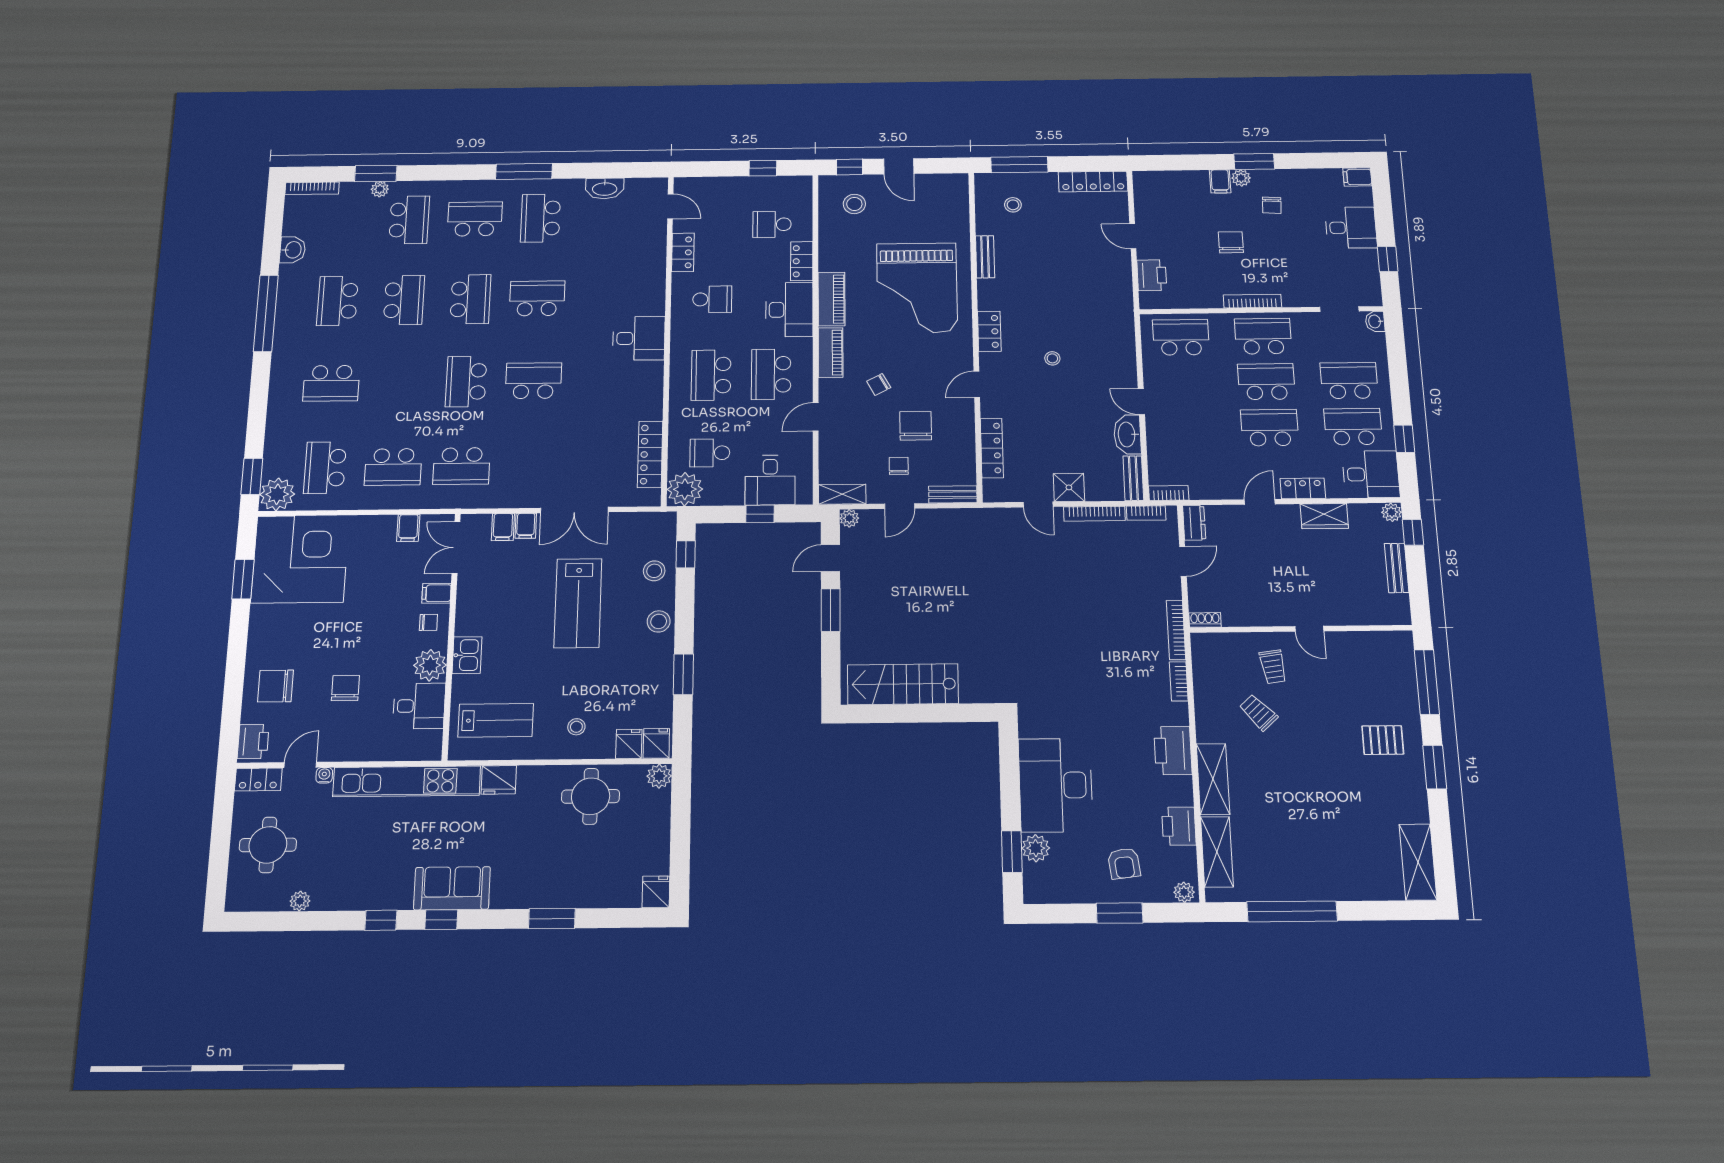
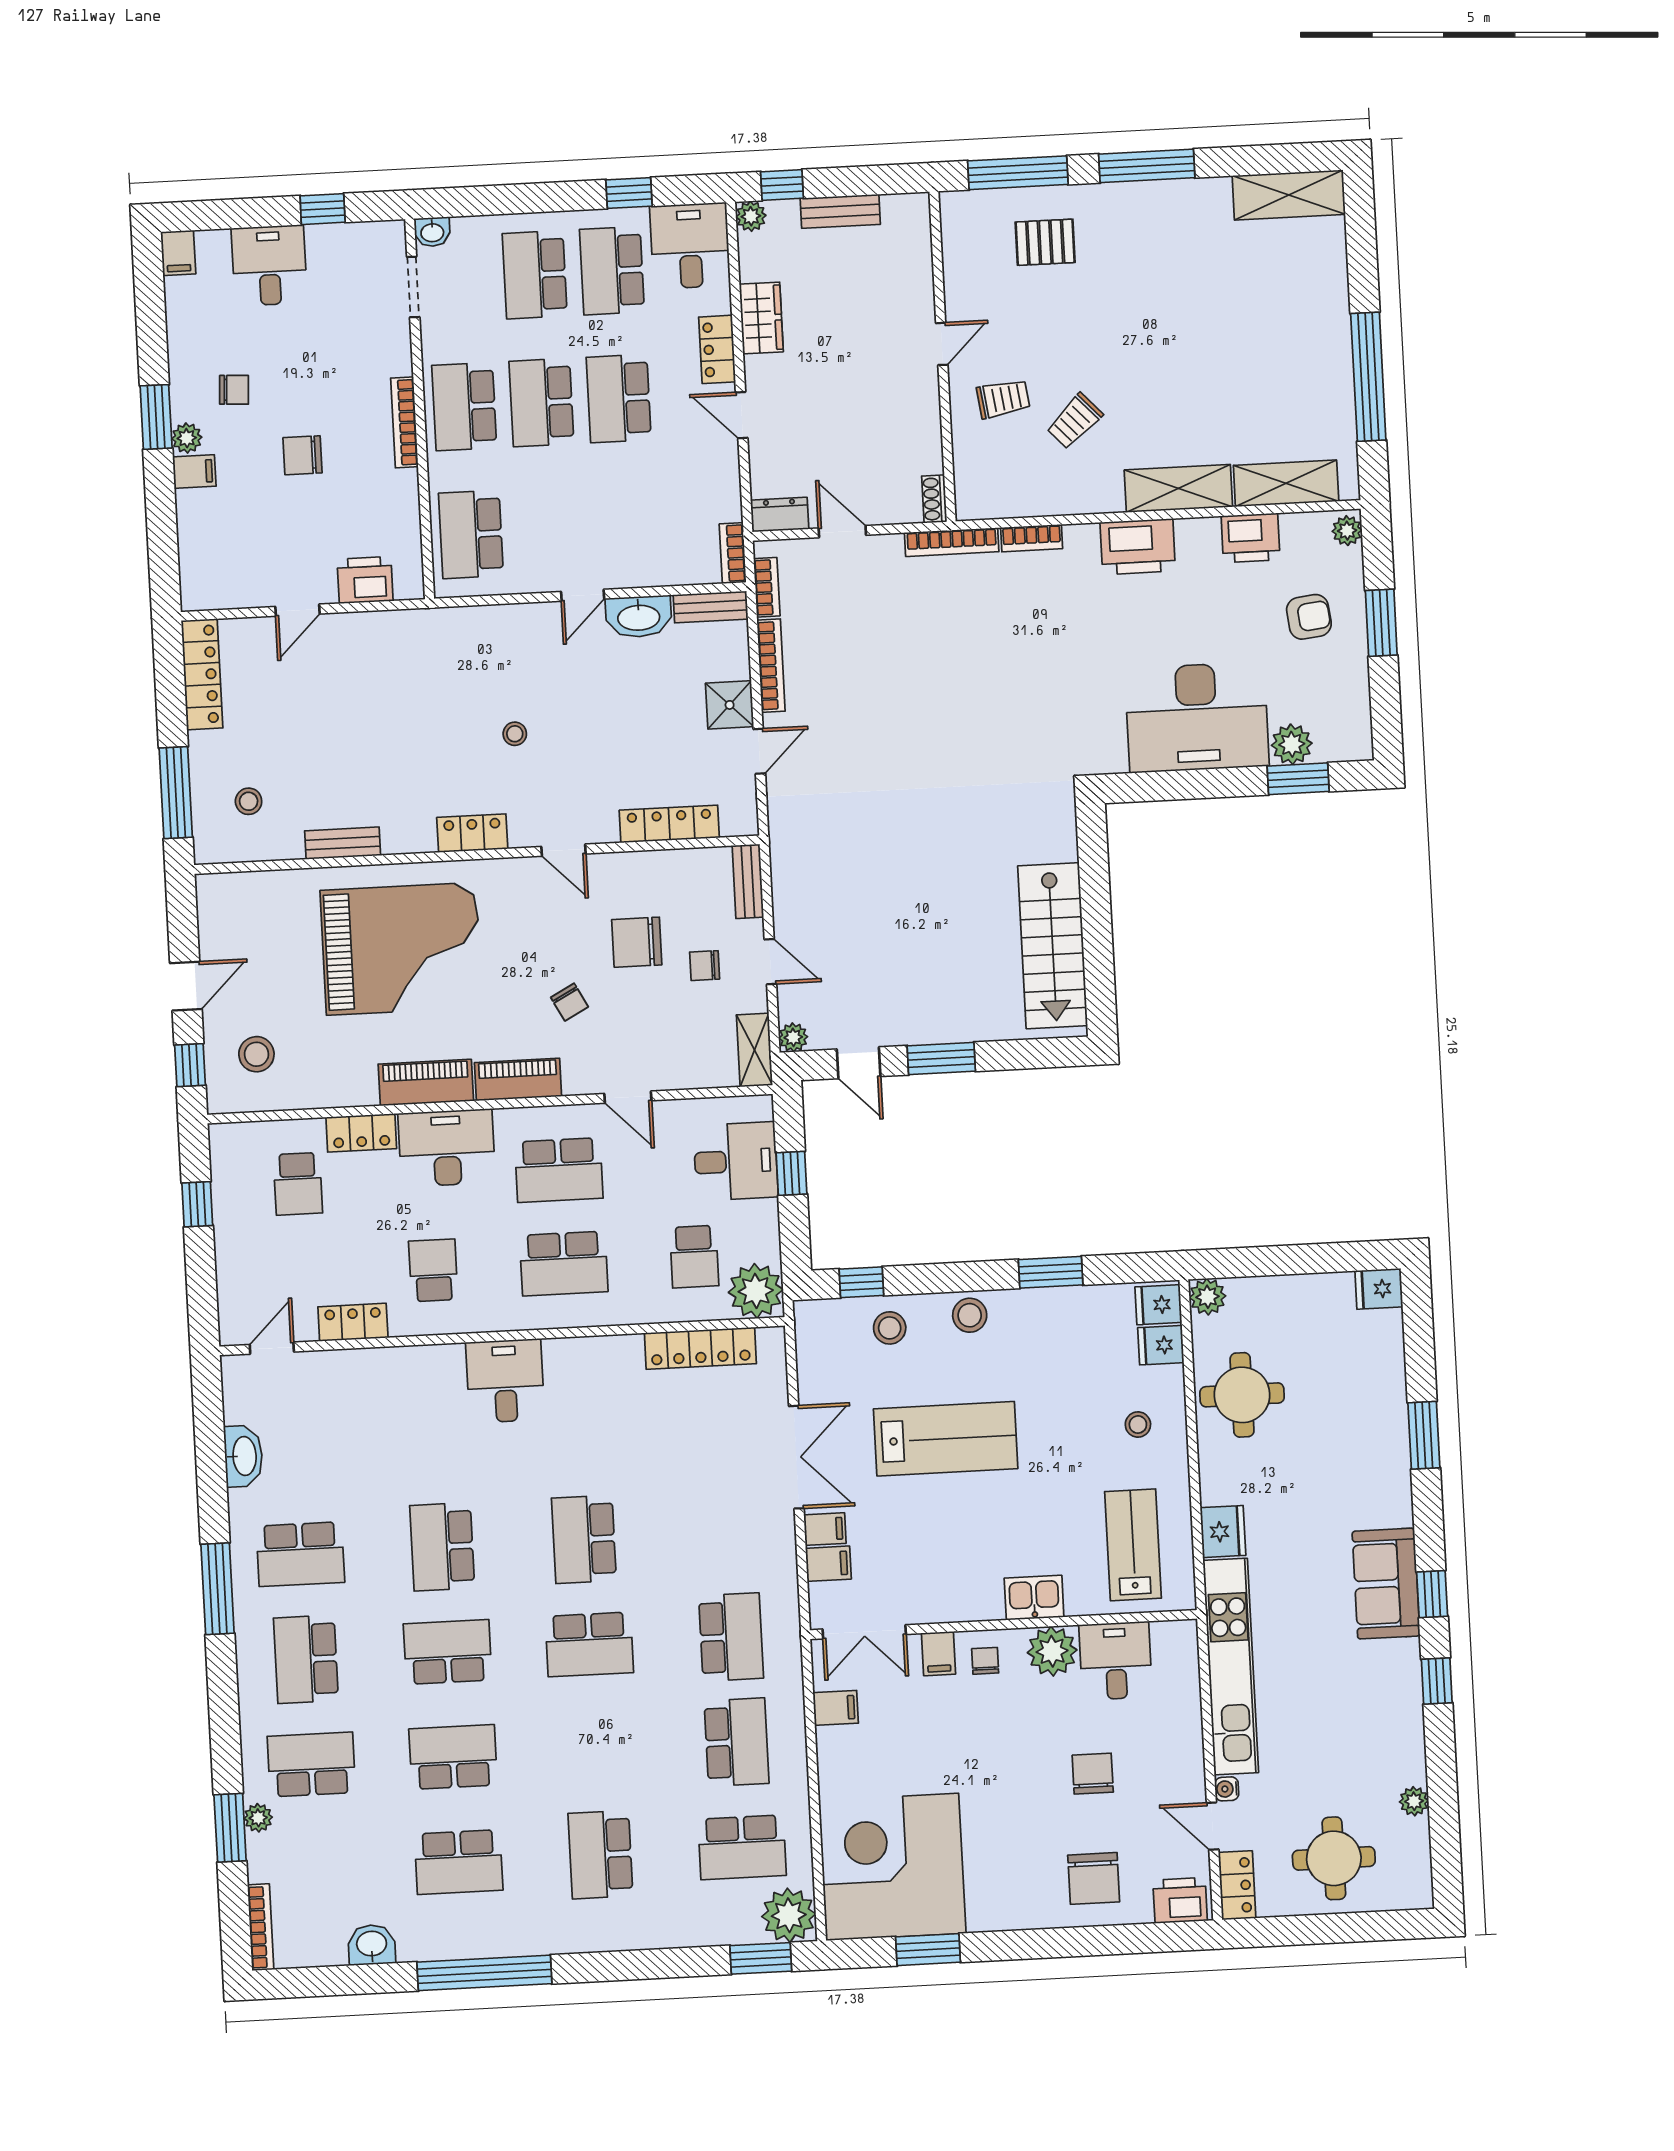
school desk: (331, 383) -> (600, 1855), turned 180
chair: (345, 688) -> (1093, 1774), turned 90
pallet: (1383, 740) -> (1045, 242), moved, turned 90
window: (1435, 767) -> (1147, 166), width x1.44

